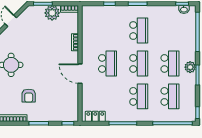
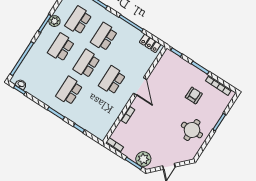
plant: (52, 13) -> (143, 159), moved
plant: (190, 67) -> (54, 21), moved

